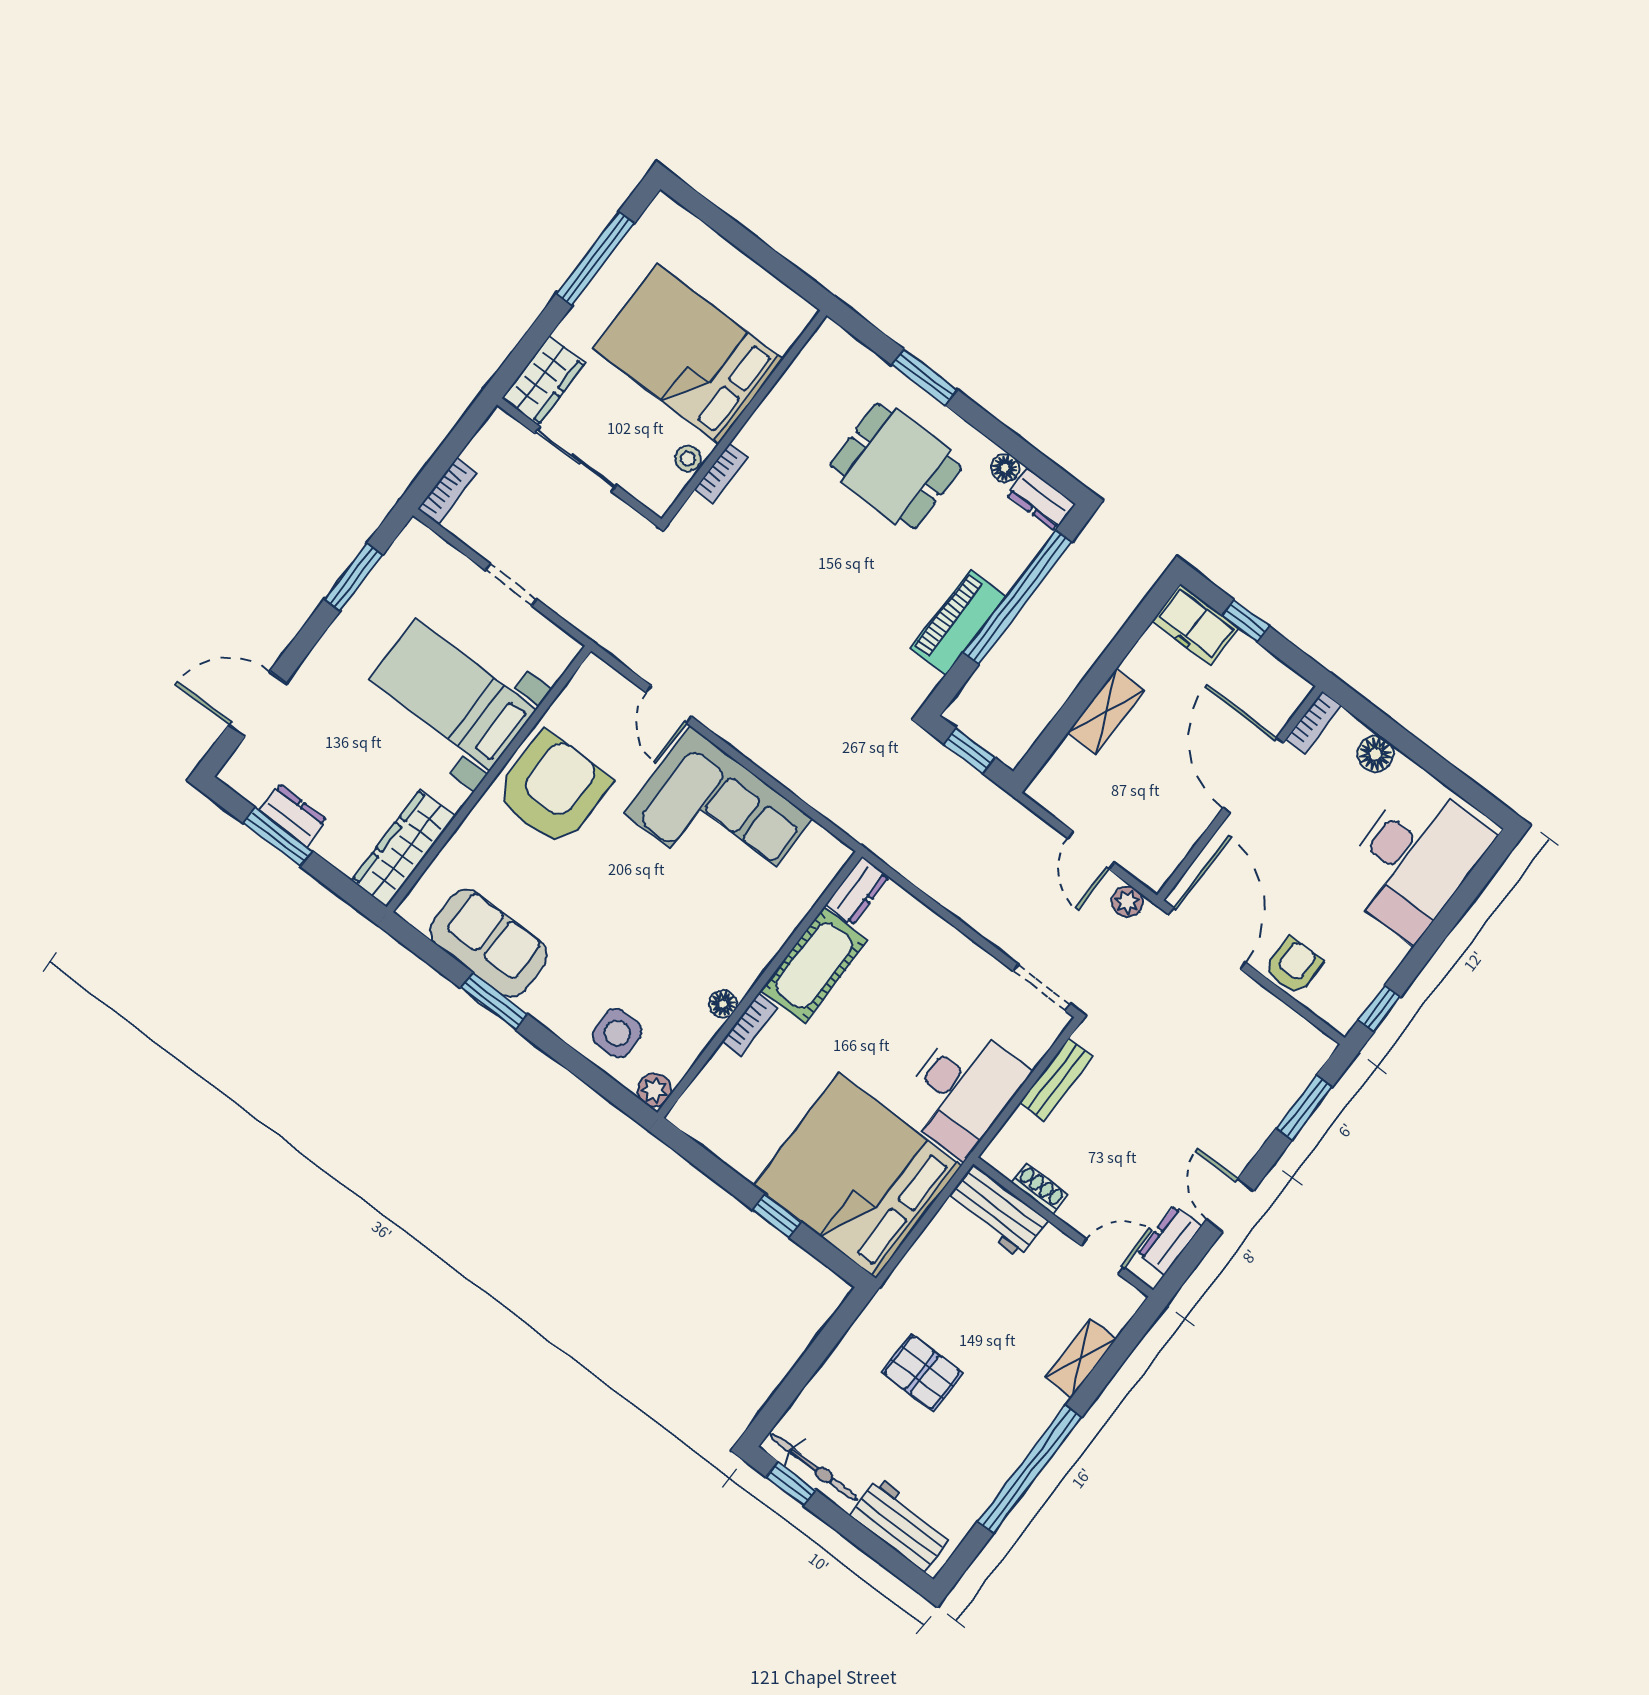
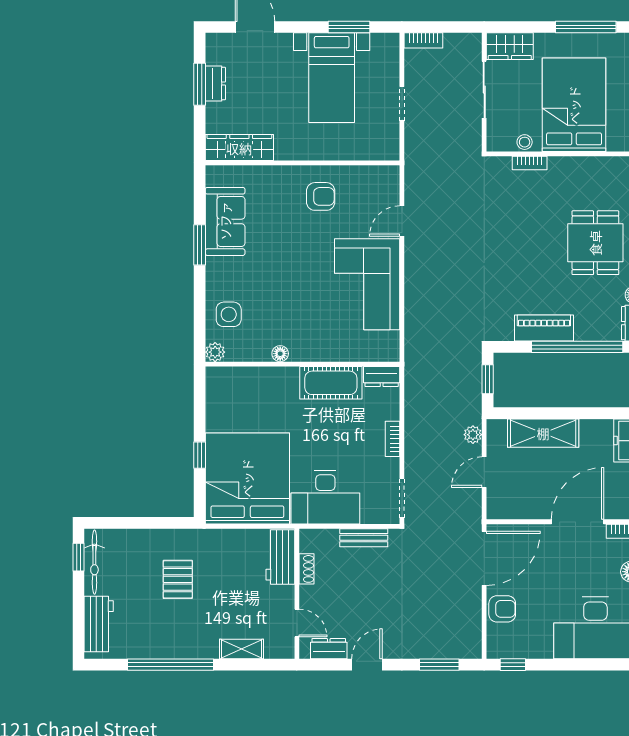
bed with nightstands: (453, 695) -> (332, 78), moved, turned 180
shelving: (1106, 712) -> (543, 433), width x1.50, depth x1.33
armchair: (553, 789) -> (321, 196), width x0.53, depth x0.53
plant: (1127, 902) -> (473, 435), moved
bookcase: (750, 1024) -> (392, 439), moved, turned 90

